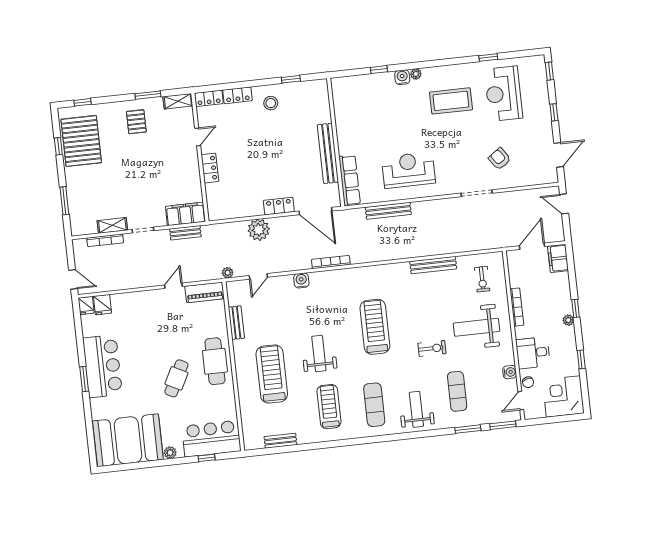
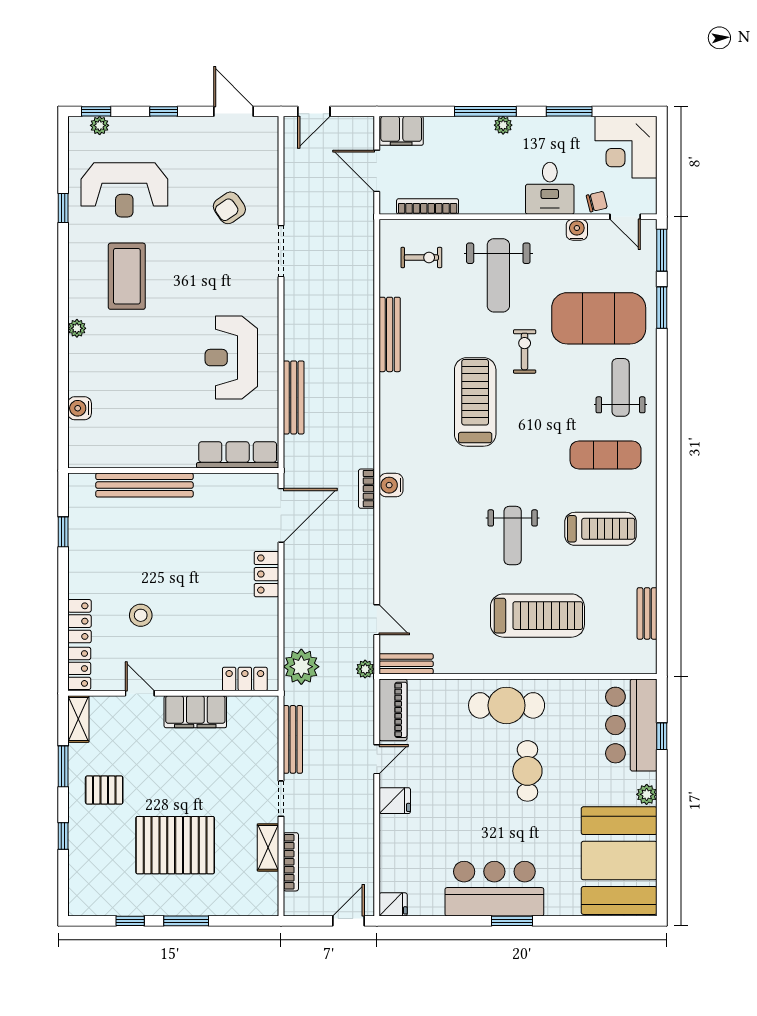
window: (379, 70) -> (63, 387), removed
plant: (541, 74) -> (100, 125), added
water cooler: (402, 77) -> (80, 408), moved
window: (83, 102) -> (63, 836), moved
stool: (271, 103) -> (141, 615), moved
pallet: (81, 141) -> (175, 845), moved
bench: (328, 153) -> (144, 485), moved
locker: (210, 168) -> (245, 679), moved
window: (64, 201) -> (186, 921), moved
filing cabinet: (185, 214) -> (195, 712), moved, turned -90
plant: (259, 230) -> (301, 667), moved
bench: (185, 233) -> (293, 739), width x1.36
bookcase: (331, 262) -> (366, 489), width x0.64
water cooler: (301, 280) -> (391, 485), moved
door: (173, 286) -> (377, 759), swing flipped
fridge: (102, 305) -> (395, 801), moved
bookcase: (517, 307) -> (428, 206), moved
window: (576, 308) -> (485, 111), width x2.17
bench: (236, 323) -> (406, 664), moved
treadmill: (375, 327) -> (475, 402), moved, turned 90
weight bench: (319, 354) -> (513, 536), turned -90
window: (581, 359) -> (569, 111), width x1.50
treadmill: (272, 374) -> (537, 616), turned 180
cafe table: (176, 378) -> (527, 771), turned 63
exercise mat: (457, 391) -> (599, 318), width x2.00, depth x1.45
treadmill: (329, 407) -> (600, 529), turned 180
weight bench: (416, 409) -> (621, 387), turned 90

